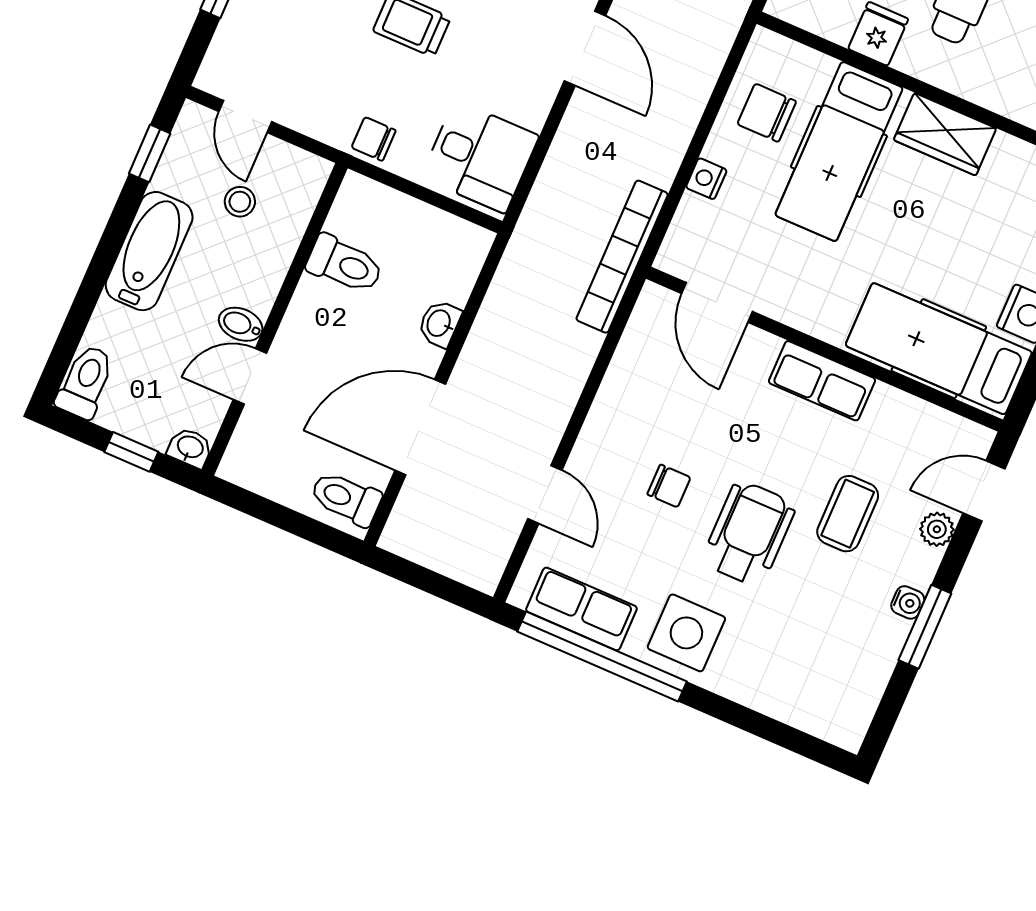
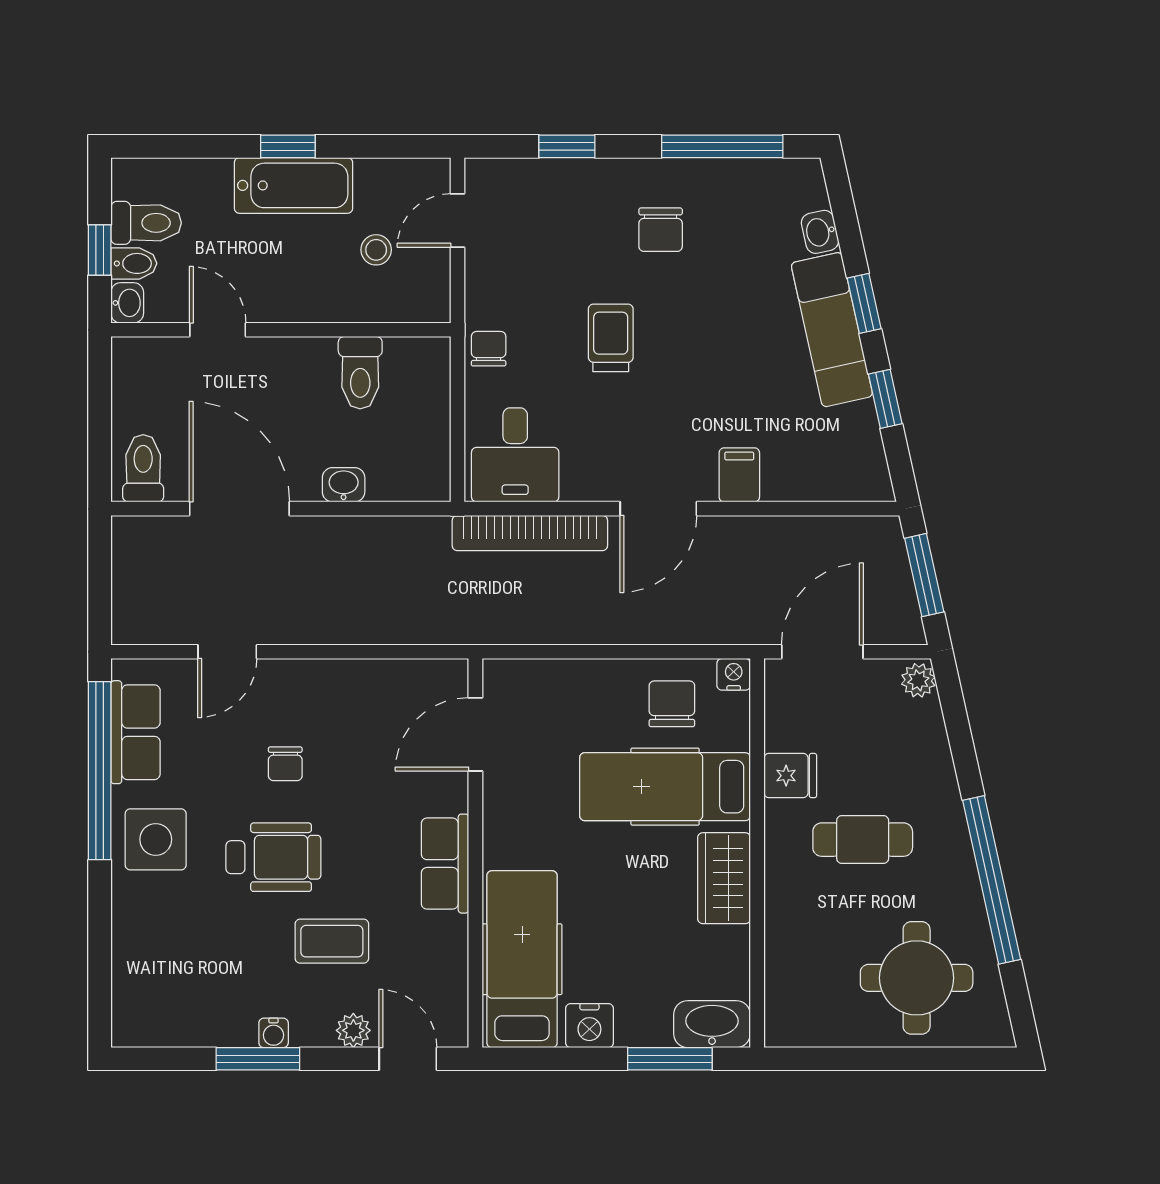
window: (150, 153) -> (288, 146), moved
nightstand: (706, 179) -> (734, 674), moved
bookcase: (622, 257) -> (530, 533), moved, turned 180
bidet: (241, 324) -> (134, 263), moved, turned 90
toilet: (85, 382) -> (146, 223), moved

